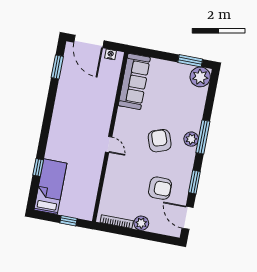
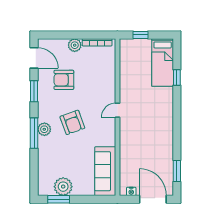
plant: (200, 77) -> (63, 187), moved
door: (109, 144) -> (117, 110), hinge flipped

